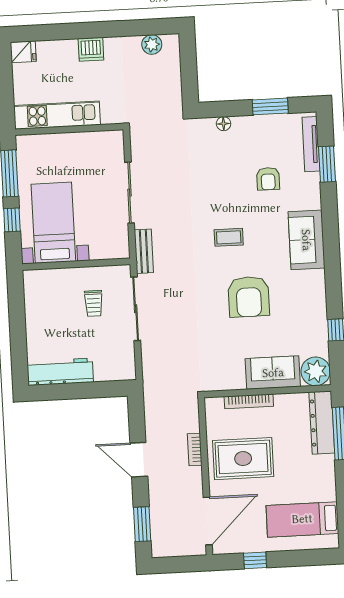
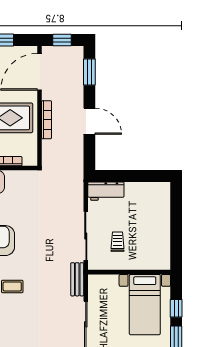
workbench: (60, 372) -> (106, 191), moved, width x0.73
bookcase: (195, 450) -> (47, 120), width x1.56
window: (180, 564) -> (62, 40), added

